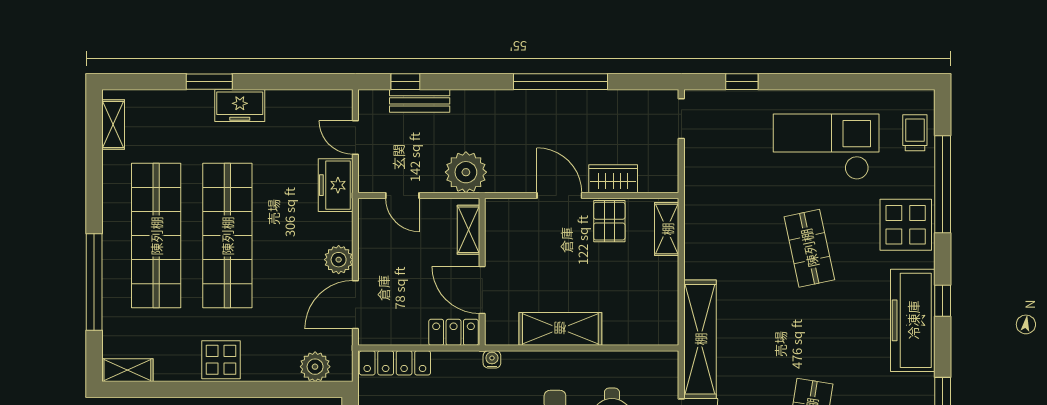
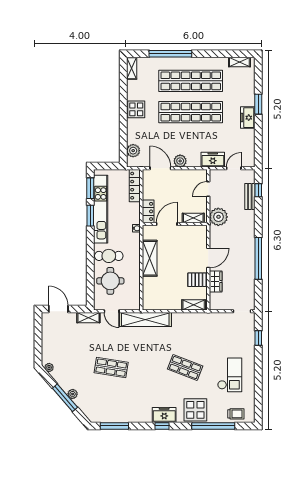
checkout: (826, 147) -> (230, 375), width x0.73, depth x0.83
shop shelf: (809, 248) -> (185, 368), turned 33
freezer: (913, 320) -> (164, 415), width x0.52, depth x0.79

